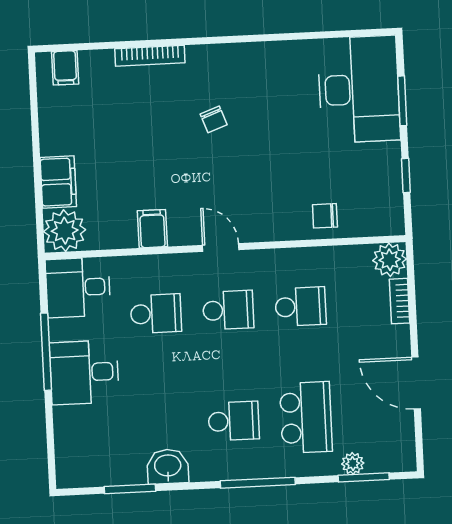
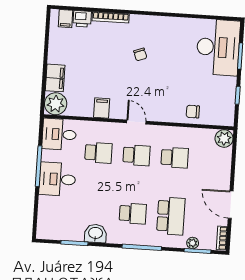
printer: (97, 65) -> (82, 19), added
bookcase: (400, 301) -> (222, 238), moved

